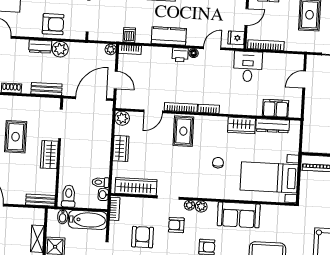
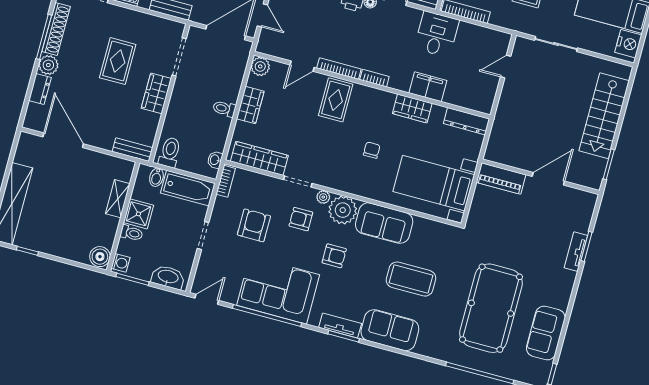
filing cabinet: (276, 108) -> (428, 87), moved
dresser: (273, 126) -> (467, 121), moved
toilet: (101, 182) -> (224, 109), moved
plant: (201, 206) -> (343, 210), width x1.88, depth x1.88

